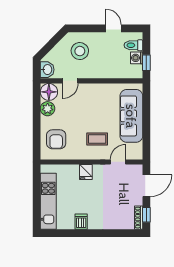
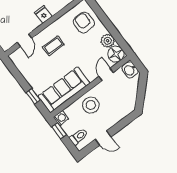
stool: (80, 51) -> (91, 105), moved
washing machine: (137, 58) -> (61, 118), moved
window: (146, 109) -> (33, 96), added
sofa: (131, 116) -> (64, 90), moved, turned -90

